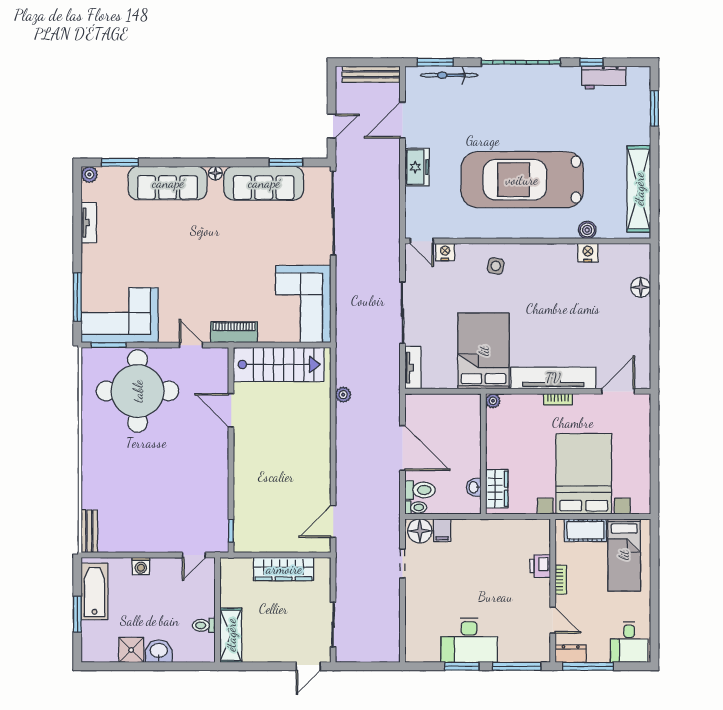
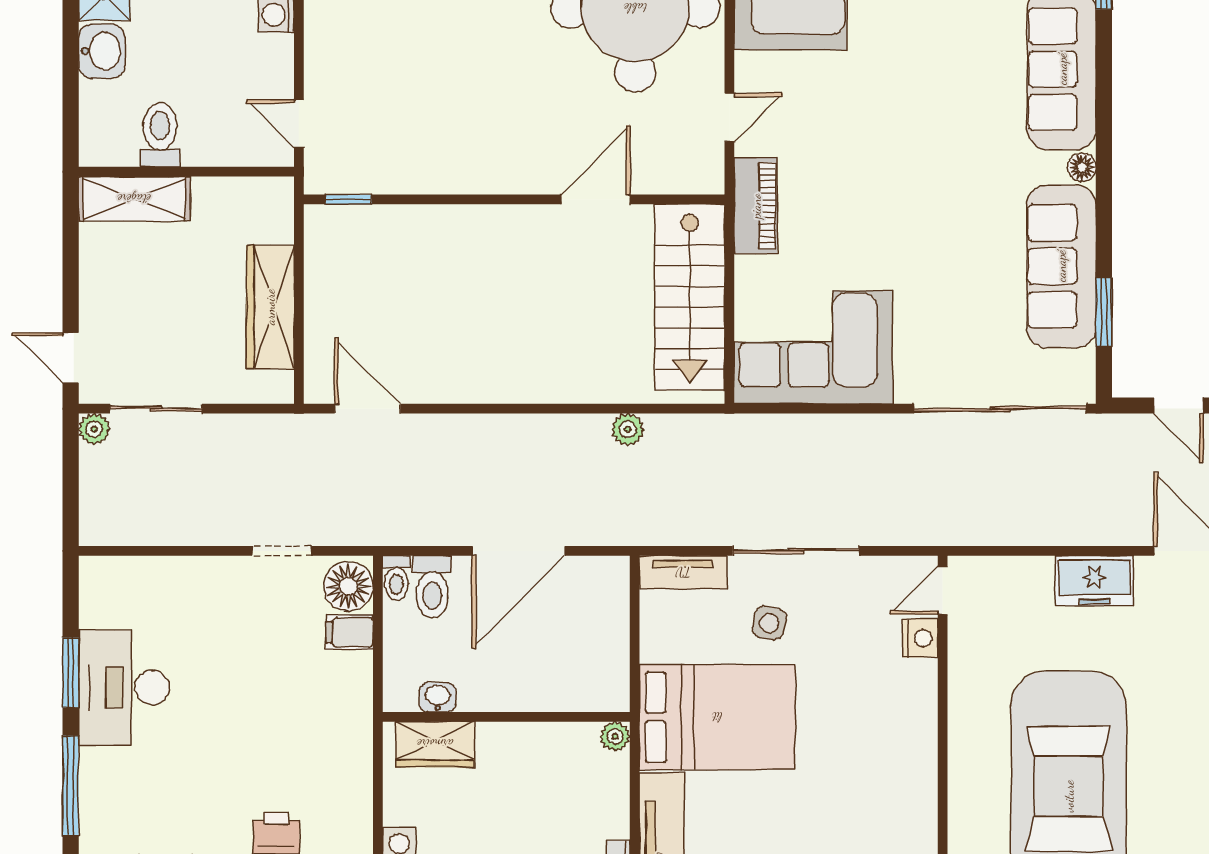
side table: (496, 266) -> (769, 623), moved
toilet: (204, 625) -> (160, 135), width x1.37, depth x1.39
plant: (343, 655) -> (94, 429), added

